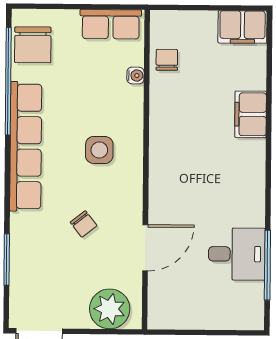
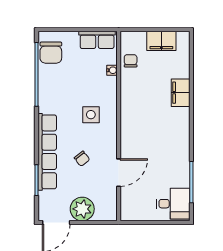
filing cabinet: (242, 27) -> (161, 41), moved
row of seats: (26, 146) -> (47, 152), moved
desk: (237, 254) -> (173, 204), moved
plant: (110, 309) -> (82, 209), moved

